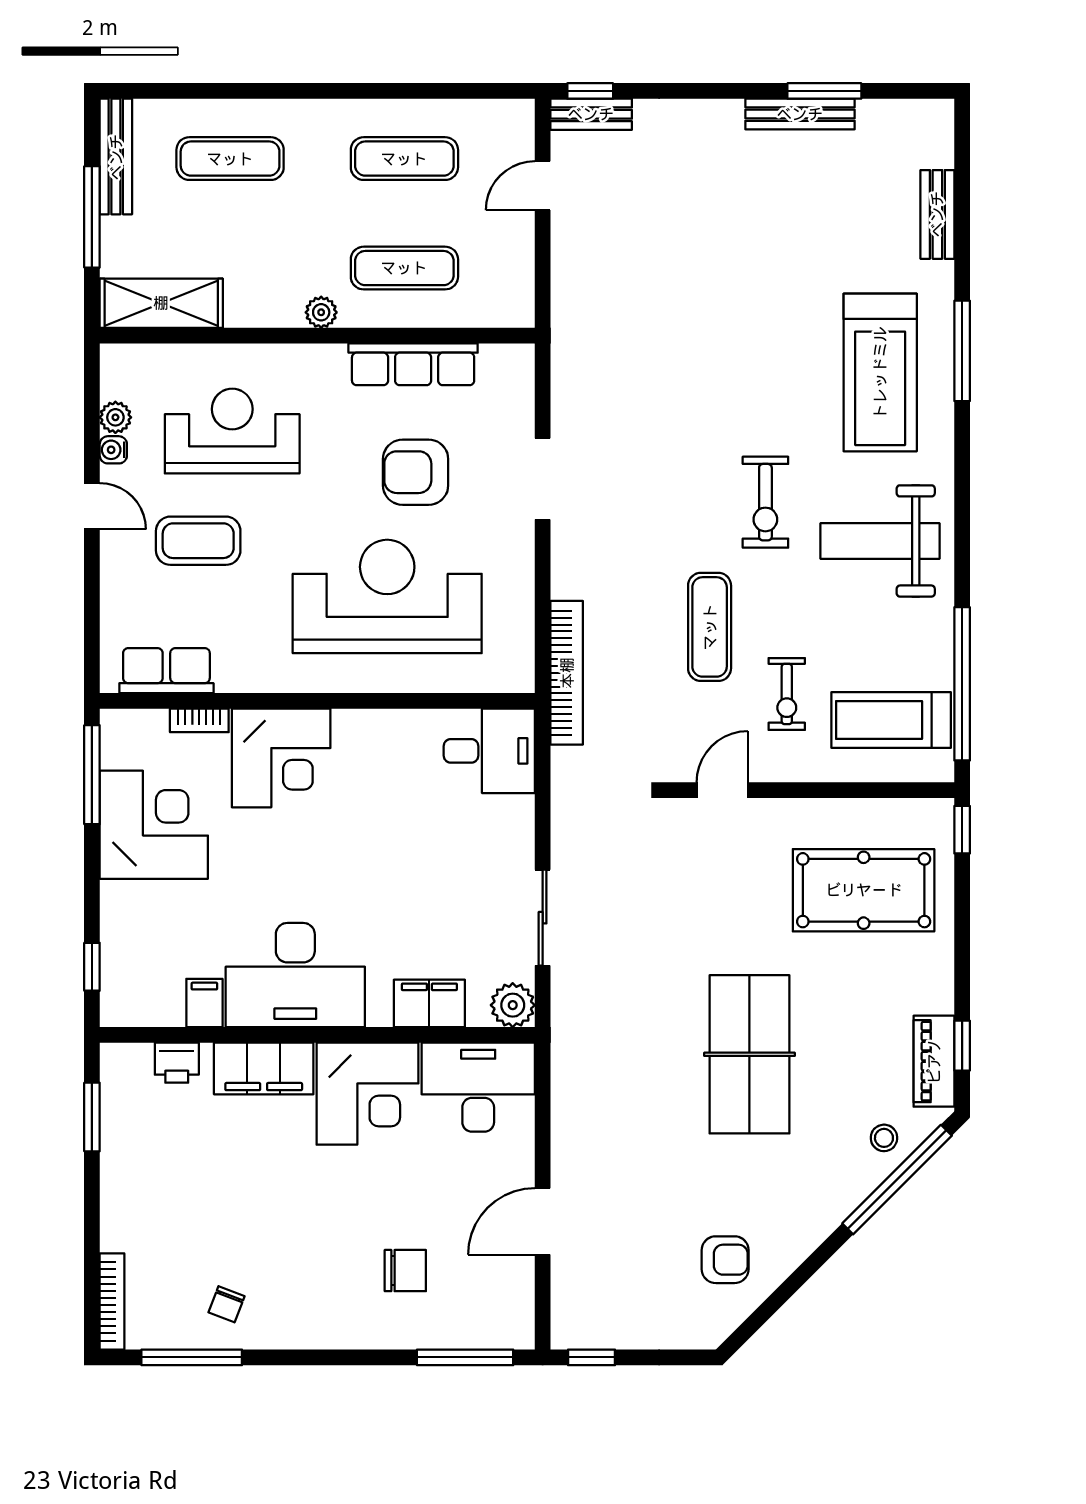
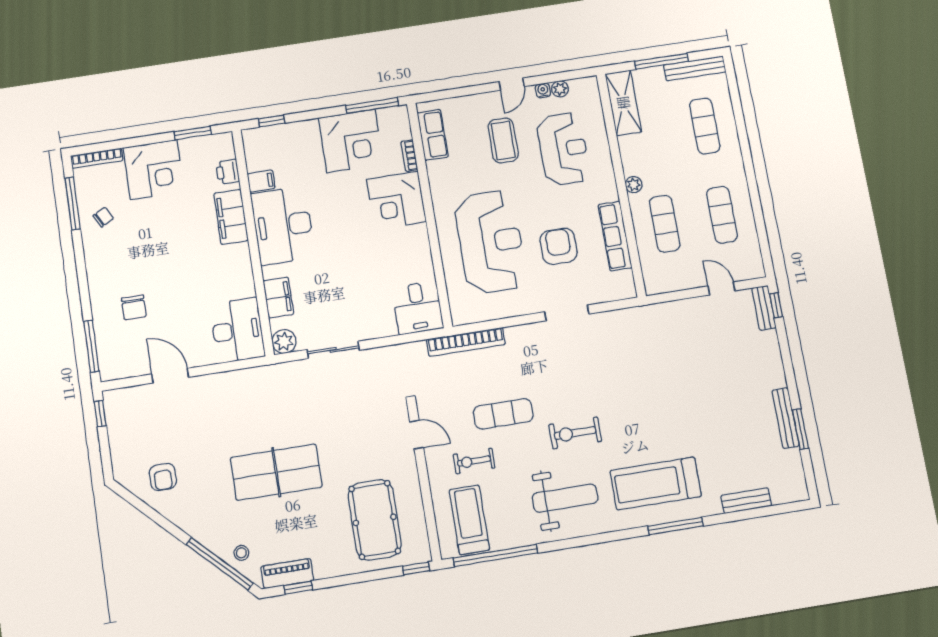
weight bench: (880, 541) -> (565, 498), turned 90
corner desk: (367, 1094) -> (154, 170), moved, turned -90
chair: (227, 1304) -> (103, 217), turned 131

